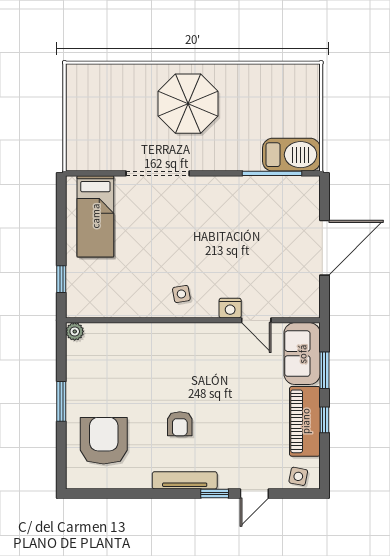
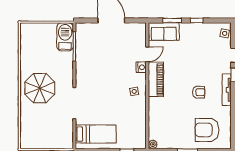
piano: (305, 421) -> (156, 79), moved, turned -90

